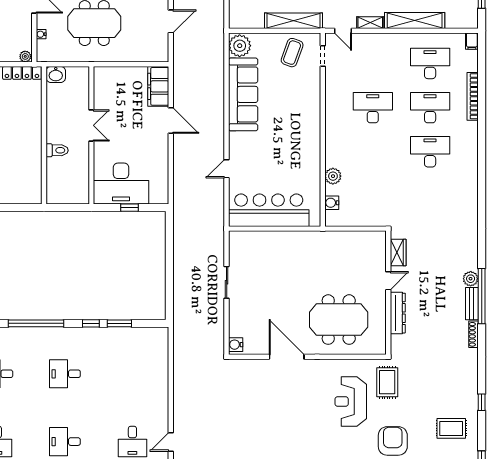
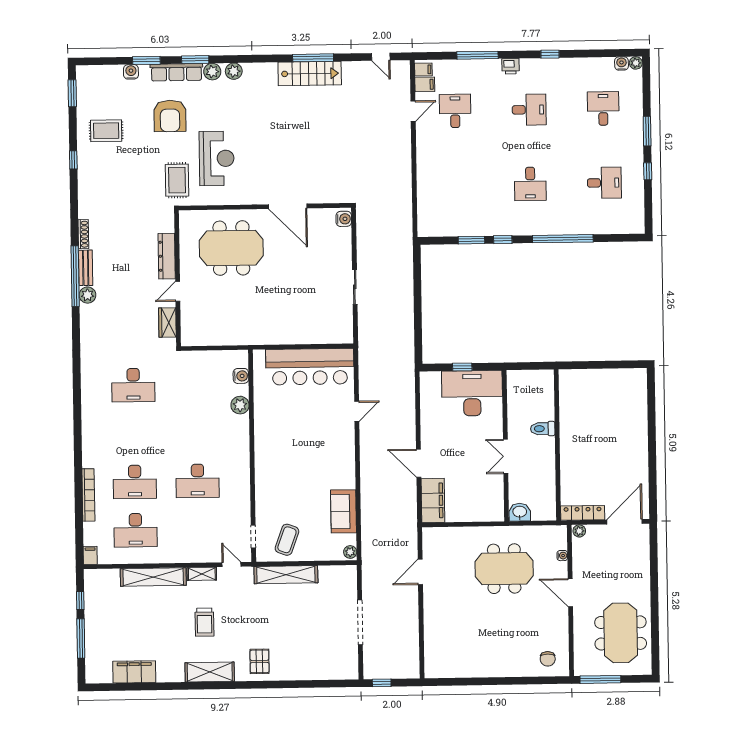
plant: (240, 46) -> (350, 552), width x0.53, depth x0.53
washbasin: (56, 74) -> (520, 512), moved
sofa: (243, 94) -> (344, 511), width x0.54, depth x0.79
desk: (430, 152) -> (133, 385), moved
desk: (65, 374) -> (530, 184), turned 90

